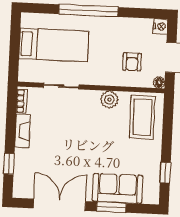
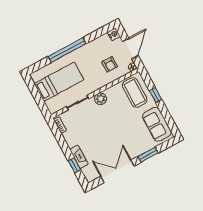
plant: (109, 100) -> (100, 99), moved
fireplace: (22, 131) -> (79, 157), moved
window: (165, 173) -> (156, 95), moved
sofa: (118, 188) -> (157, 124), moved, turned -90

